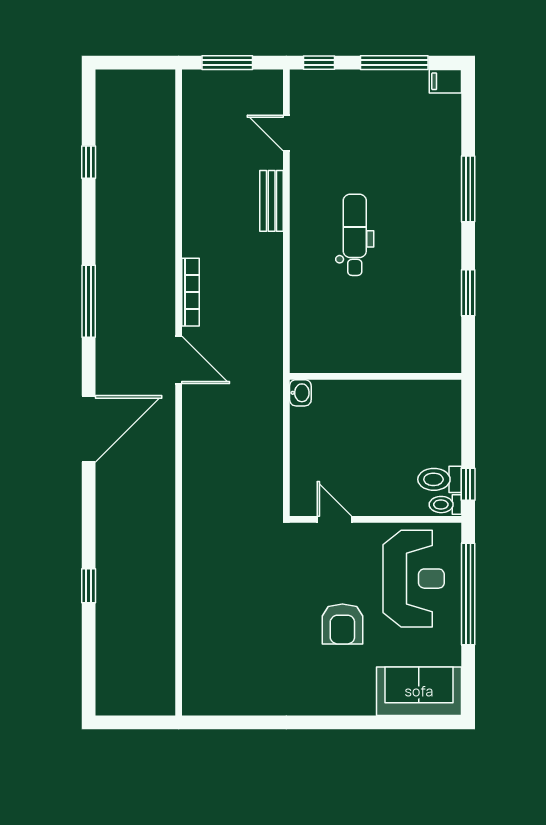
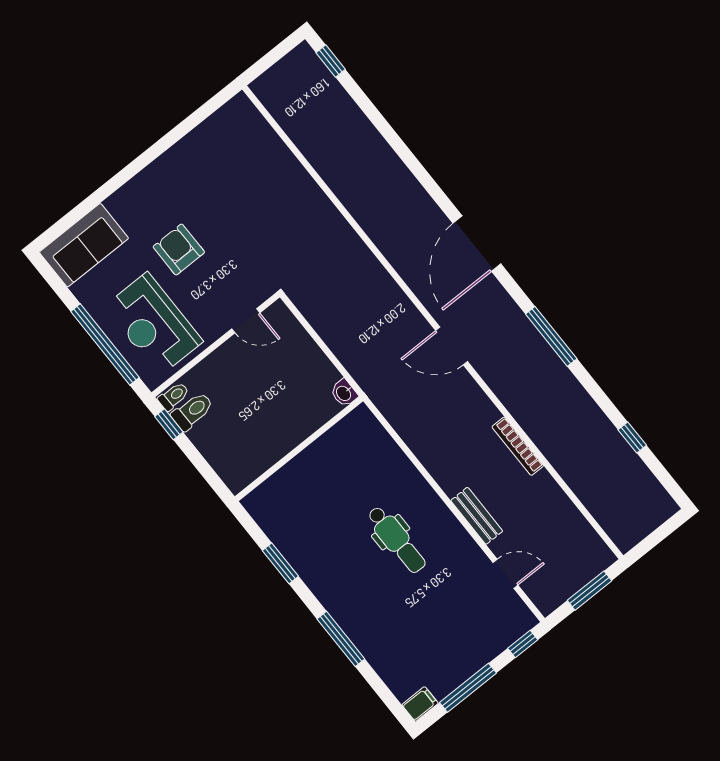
bookcase: (191, 292) -> (518, 446), moved
window: (89, 586) -> (331, 61), moved

